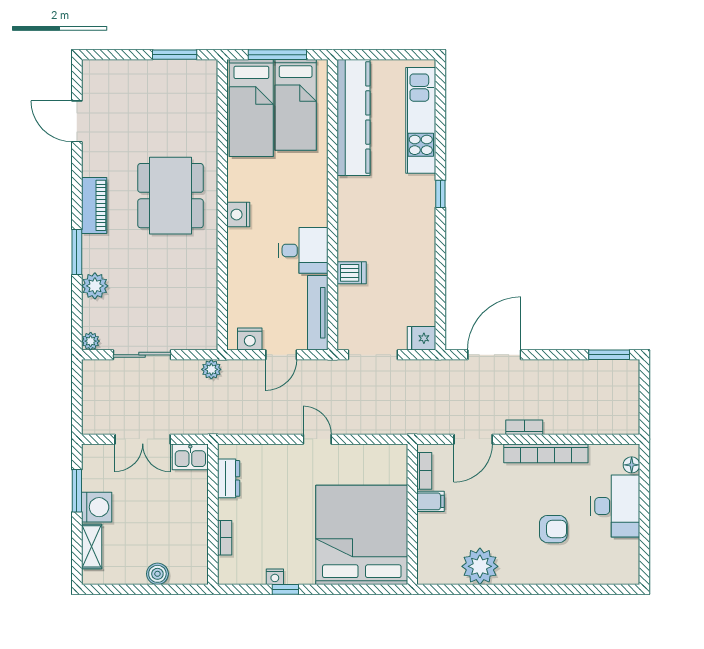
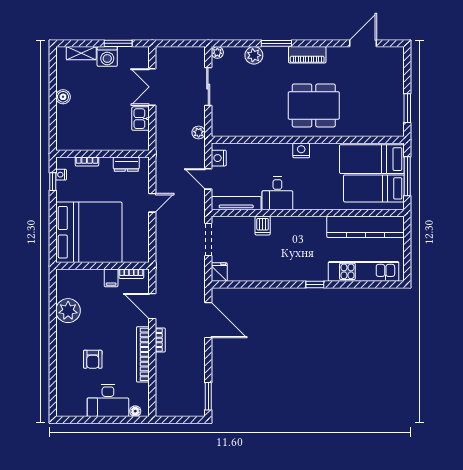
dresser: (229, 478) -> (126, 164), moved
wall: (213, 514) -> (103, 154), moved
bookcase: (225, 538) -> (87, 162), moved

